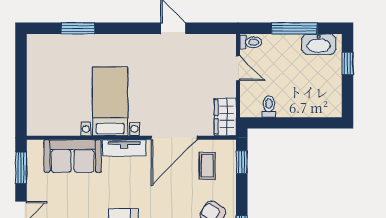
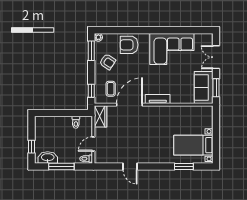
door: (238, 68) -> (93, 144), hinge flipped
bed with nightstands: (110, 101) -> (193, 145), moved, turned 90
sofa: (73, 156) -> (204, 87), moved, turned -90

